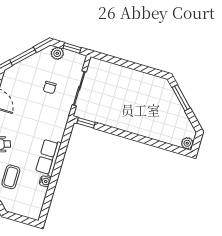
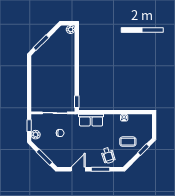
row of seats: (48, 157) -> (91, 120), moved

